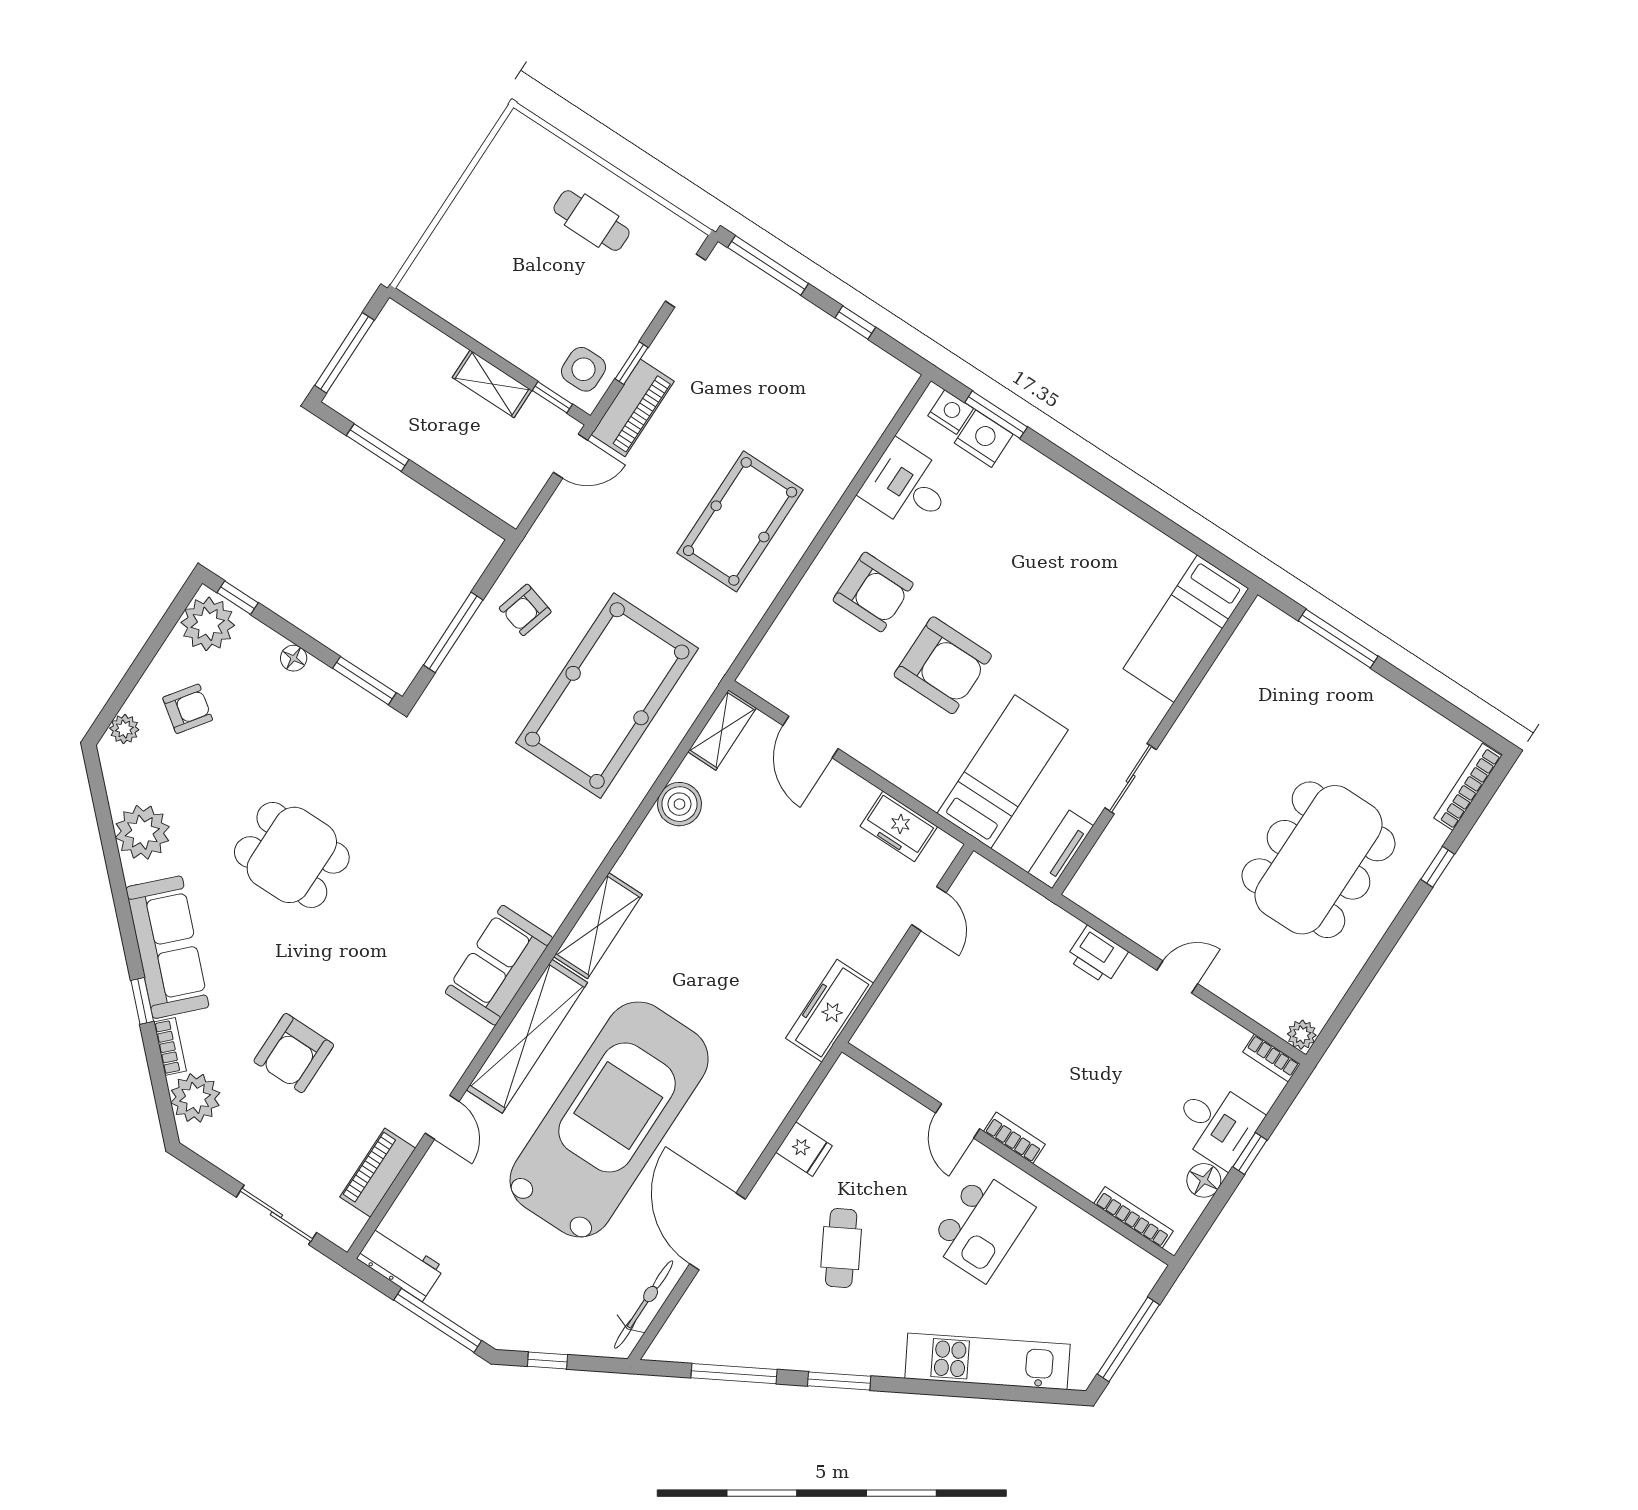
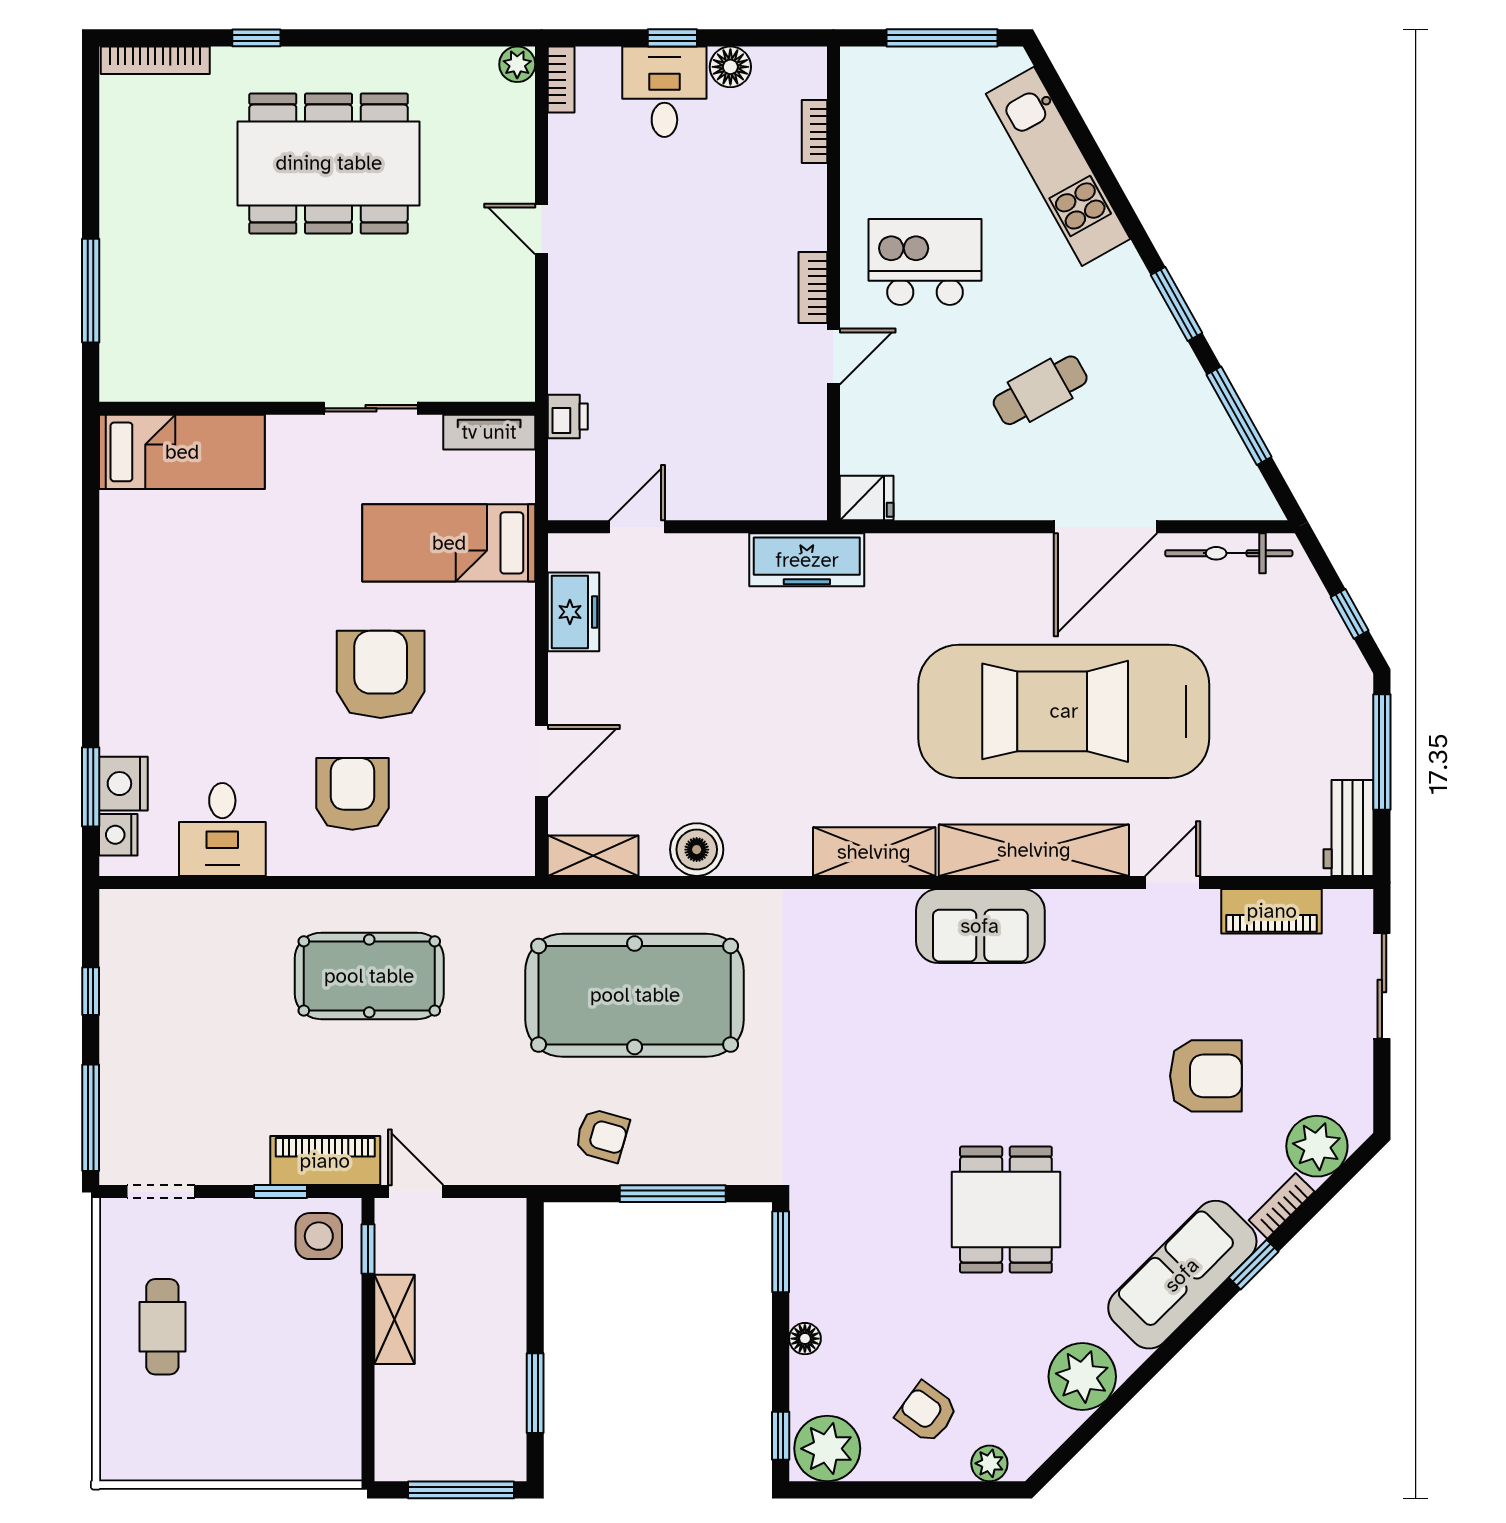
printer: (1097, 955) -> (568, 417), moved, width x0.73, depth x0.81
fridge: (804, 1149) -> (867, 498), moved, turned 90
bookcase: (1134, 1217) -> (815, 132), width x0.64

